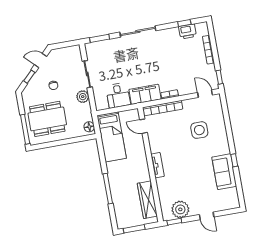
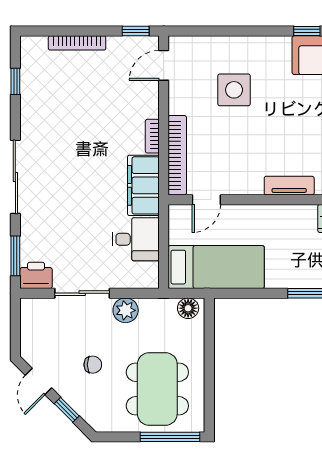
printer: (187, 31) -> (36, 275), moved, turned -90

